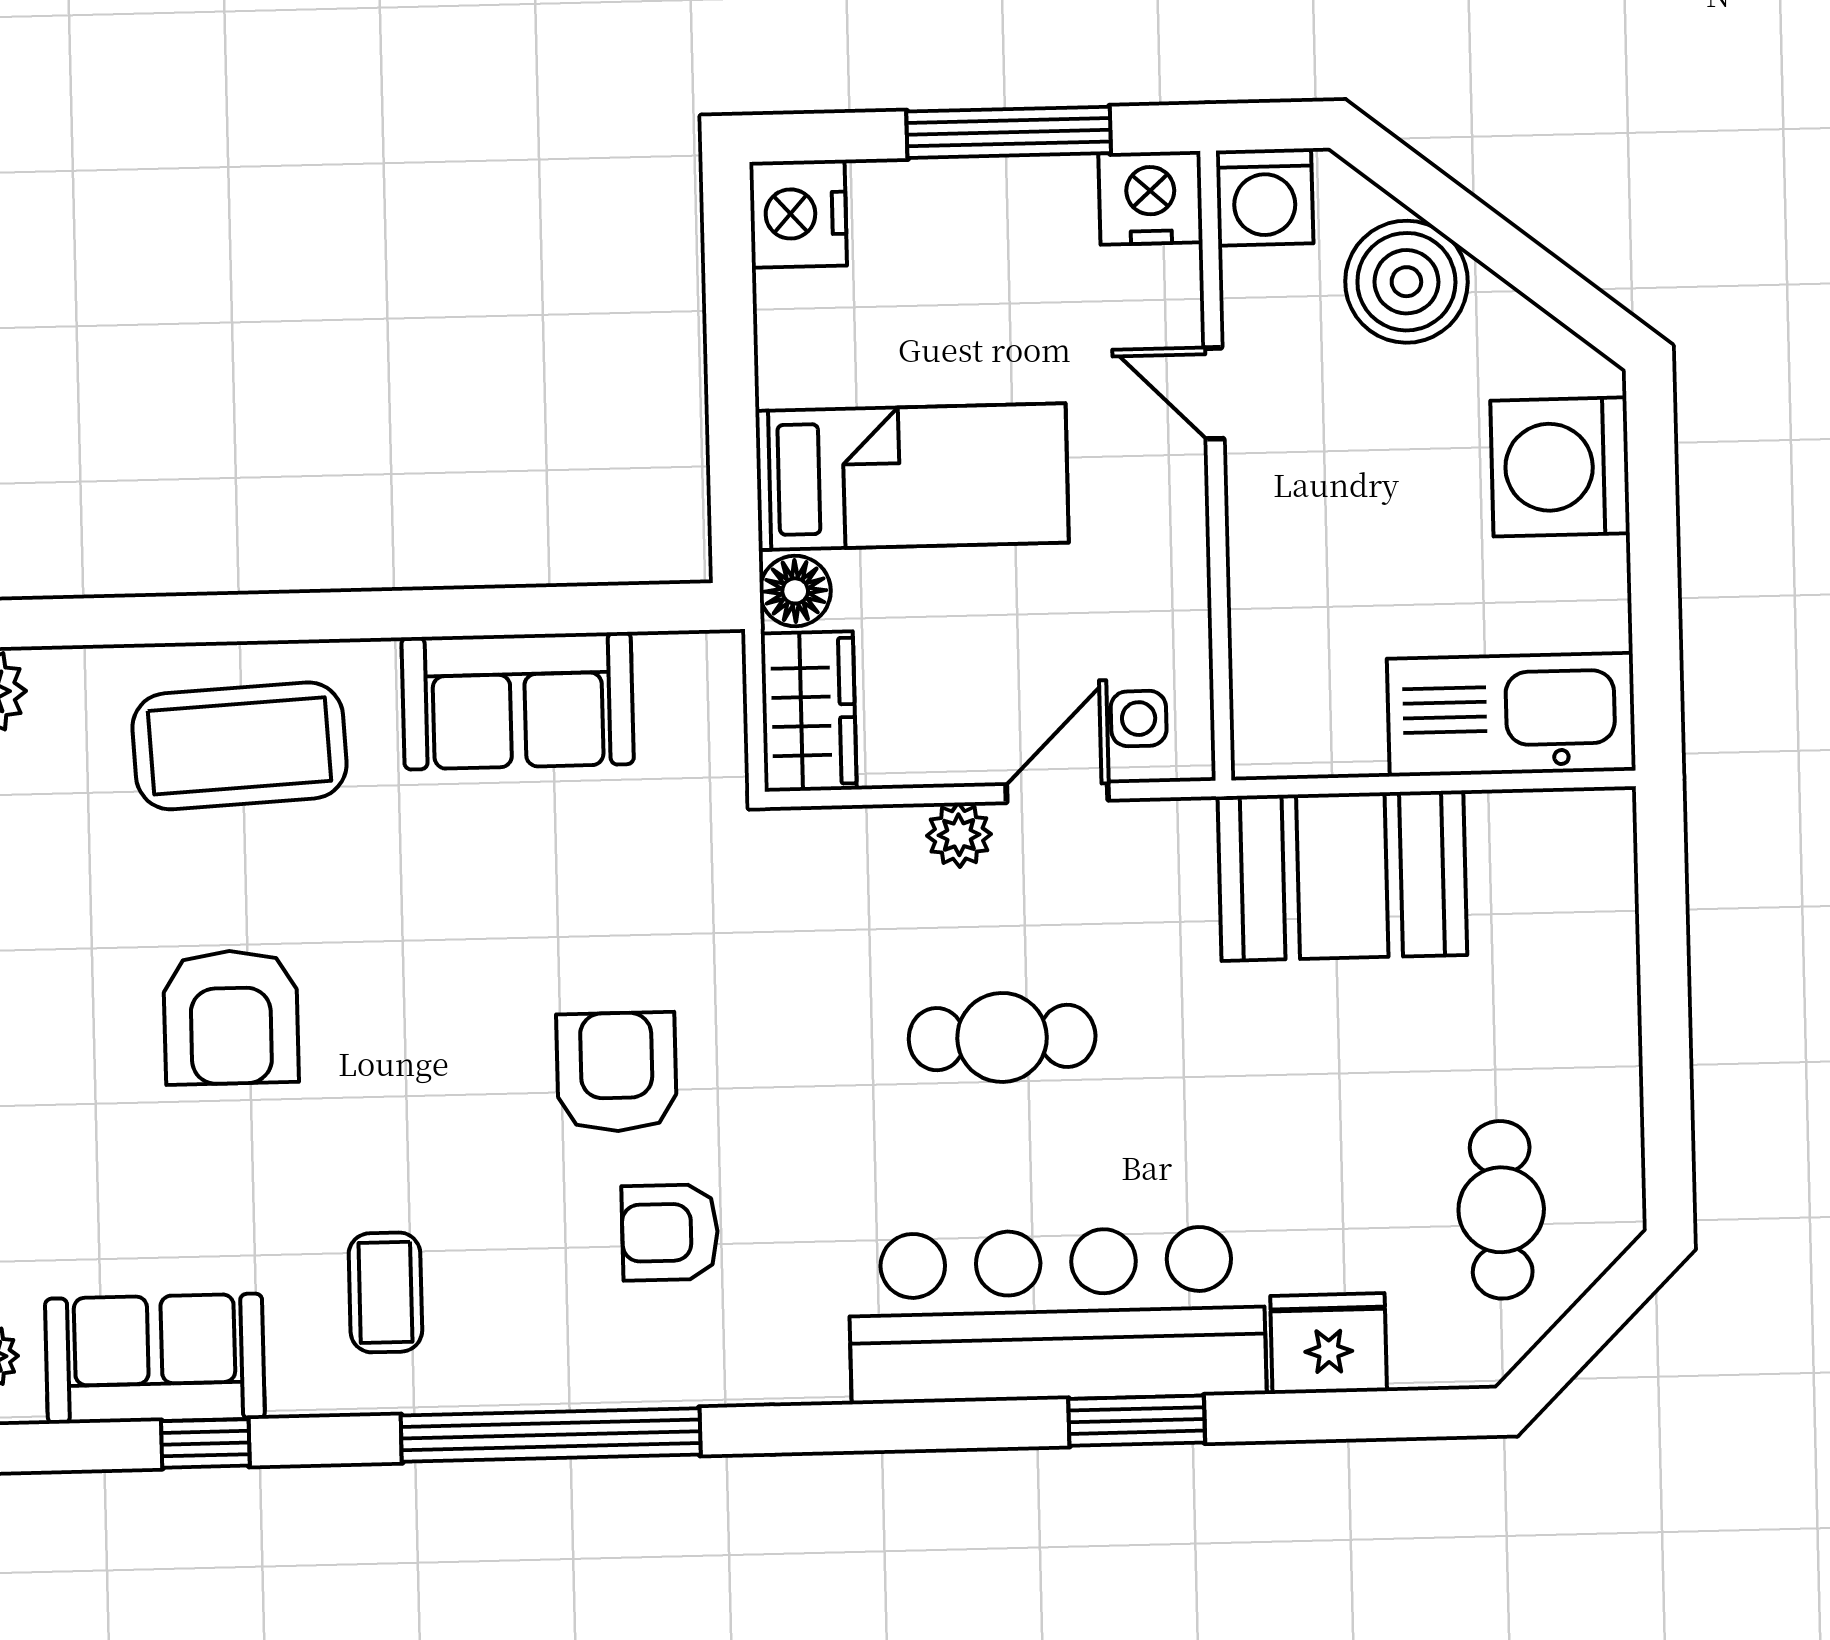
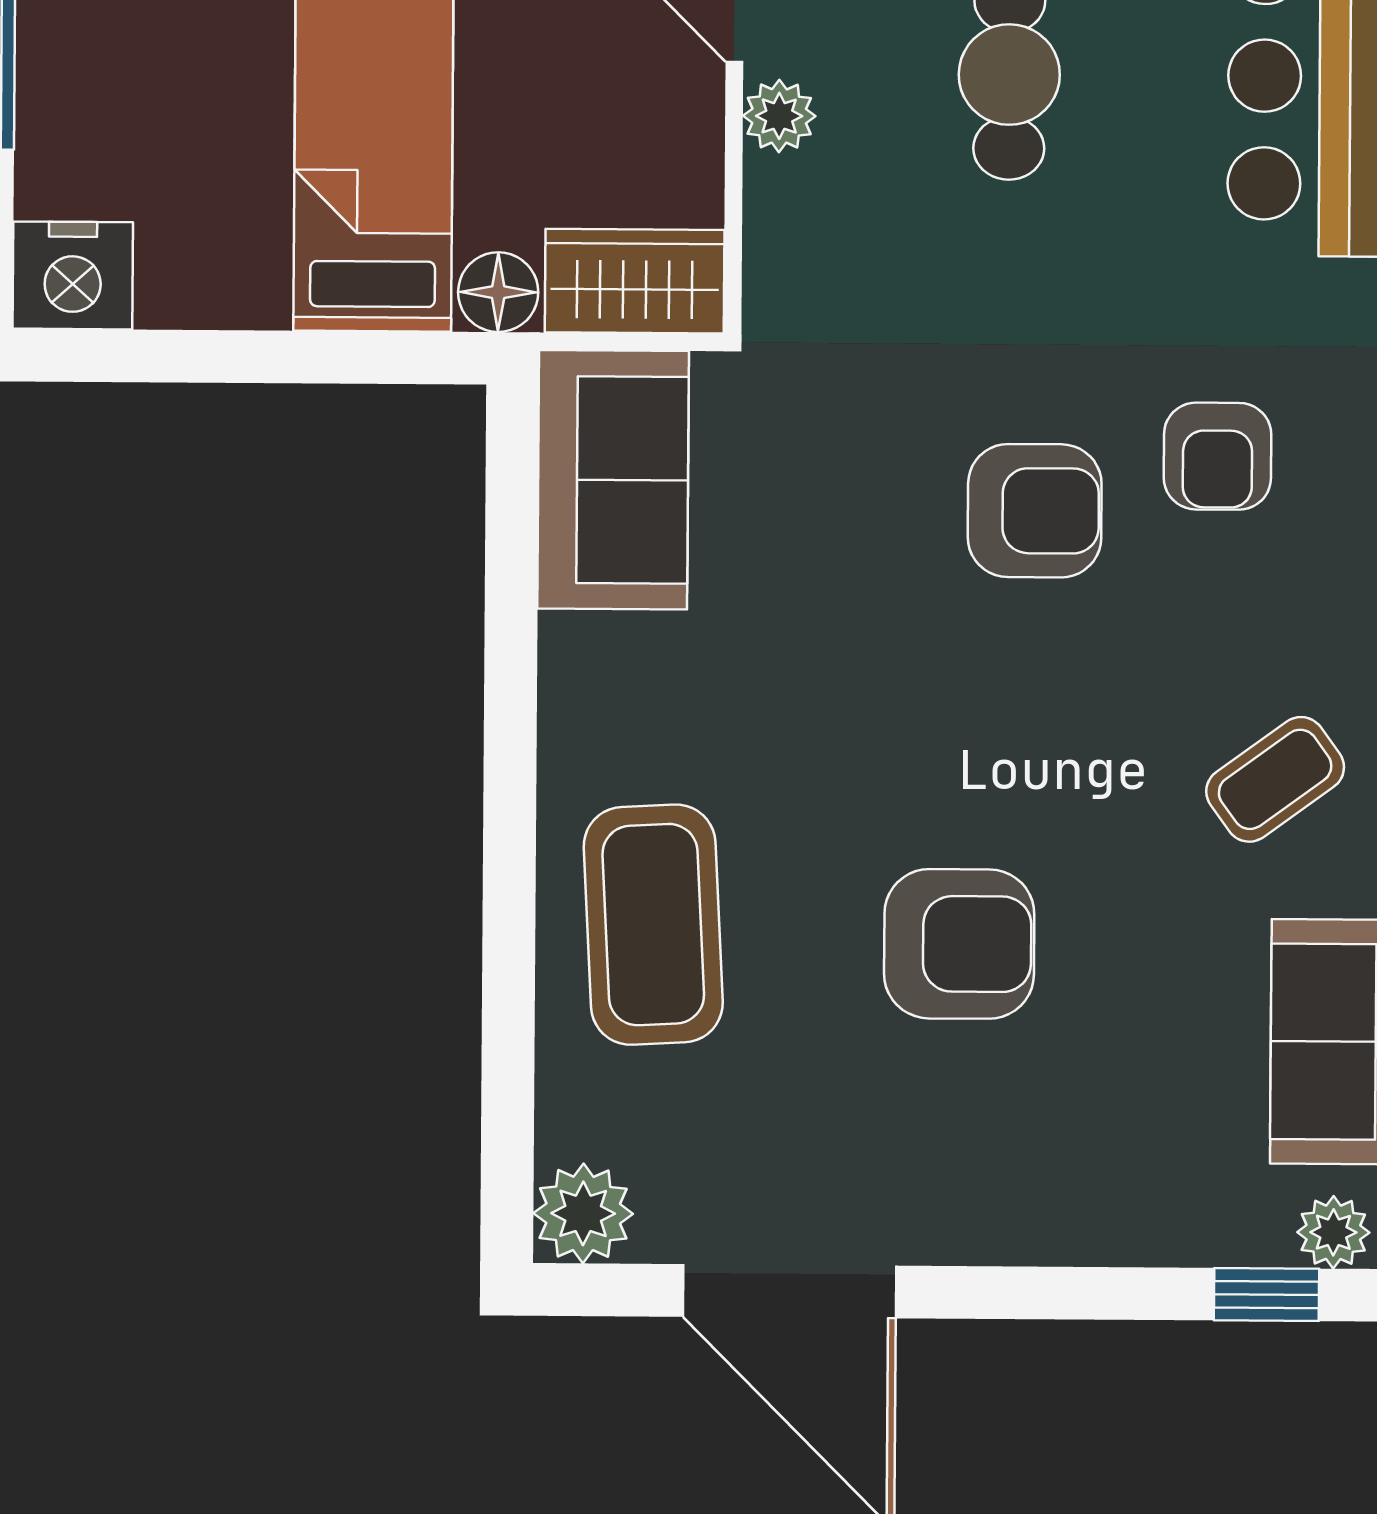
sofa: (518, 701) -> (613, 480), moved
armchair: (617, 1072) -> (1035, 511), turned 180
coffee table: (385, 1292) -> (1275, 779), turned -36

